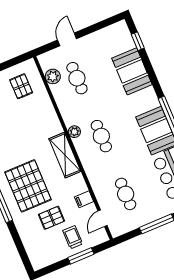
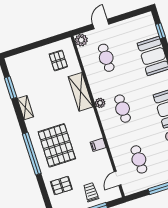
plant: (53, 76) -> (81, 40), moved
shelving: (65, 155) -> (81, 92), moved
filing cabinet: (84, 199) -> (98, 145), moved
pallet: (52, 218) -> (61, 186), moved

